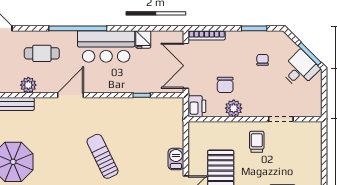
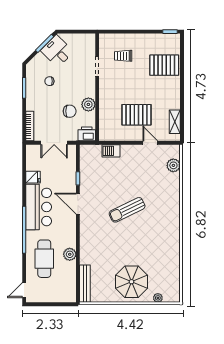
cafe table: (42, 53) -> (44, 259), width x1.37, depth x1.35
double door: (186, 66) -> (54, 143), width x0.73
plant: (28, 85) -> (70, 254), moved
door: (71, 95) -> (78, 204), moved
trolley: (257, 142) -> (123, 56), moved
barbecue: (176, 159) -> (111, 151), moved

